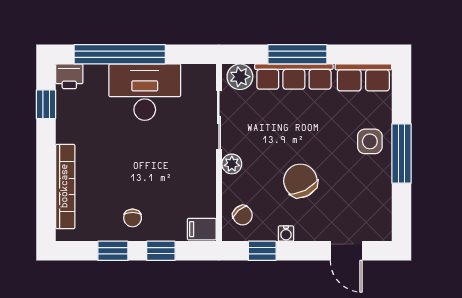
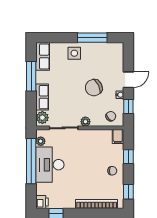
window: (120, 54) -> (31, 161), moved
window: (297, 54) -> (31, 76), moved
plant: (192, 73) -> (41, 141), added
row of seats: (294, 77) -> (42, 97), width x0.68
window: (402, 154) -> (92, 38), moved
window: (113, 251) -> (128, 192), moved
door: (346, 251) -> (128, 80), moved

